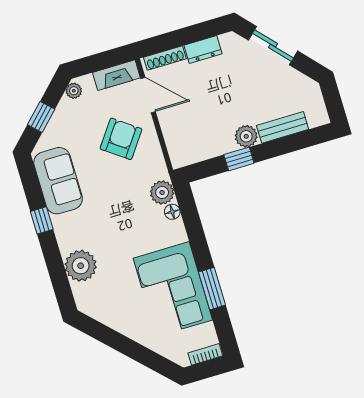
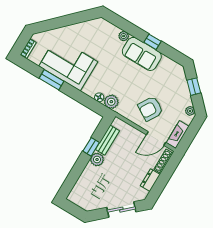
bench: (283, 127) -> (107, 140), moved
armchair: (121, 139) -> (150, 109), turned 85
sofa: (58, 181) -> (142, 54), moved
plant: (81, 266) -> (124, 36), width x0.53, depth x0.53

